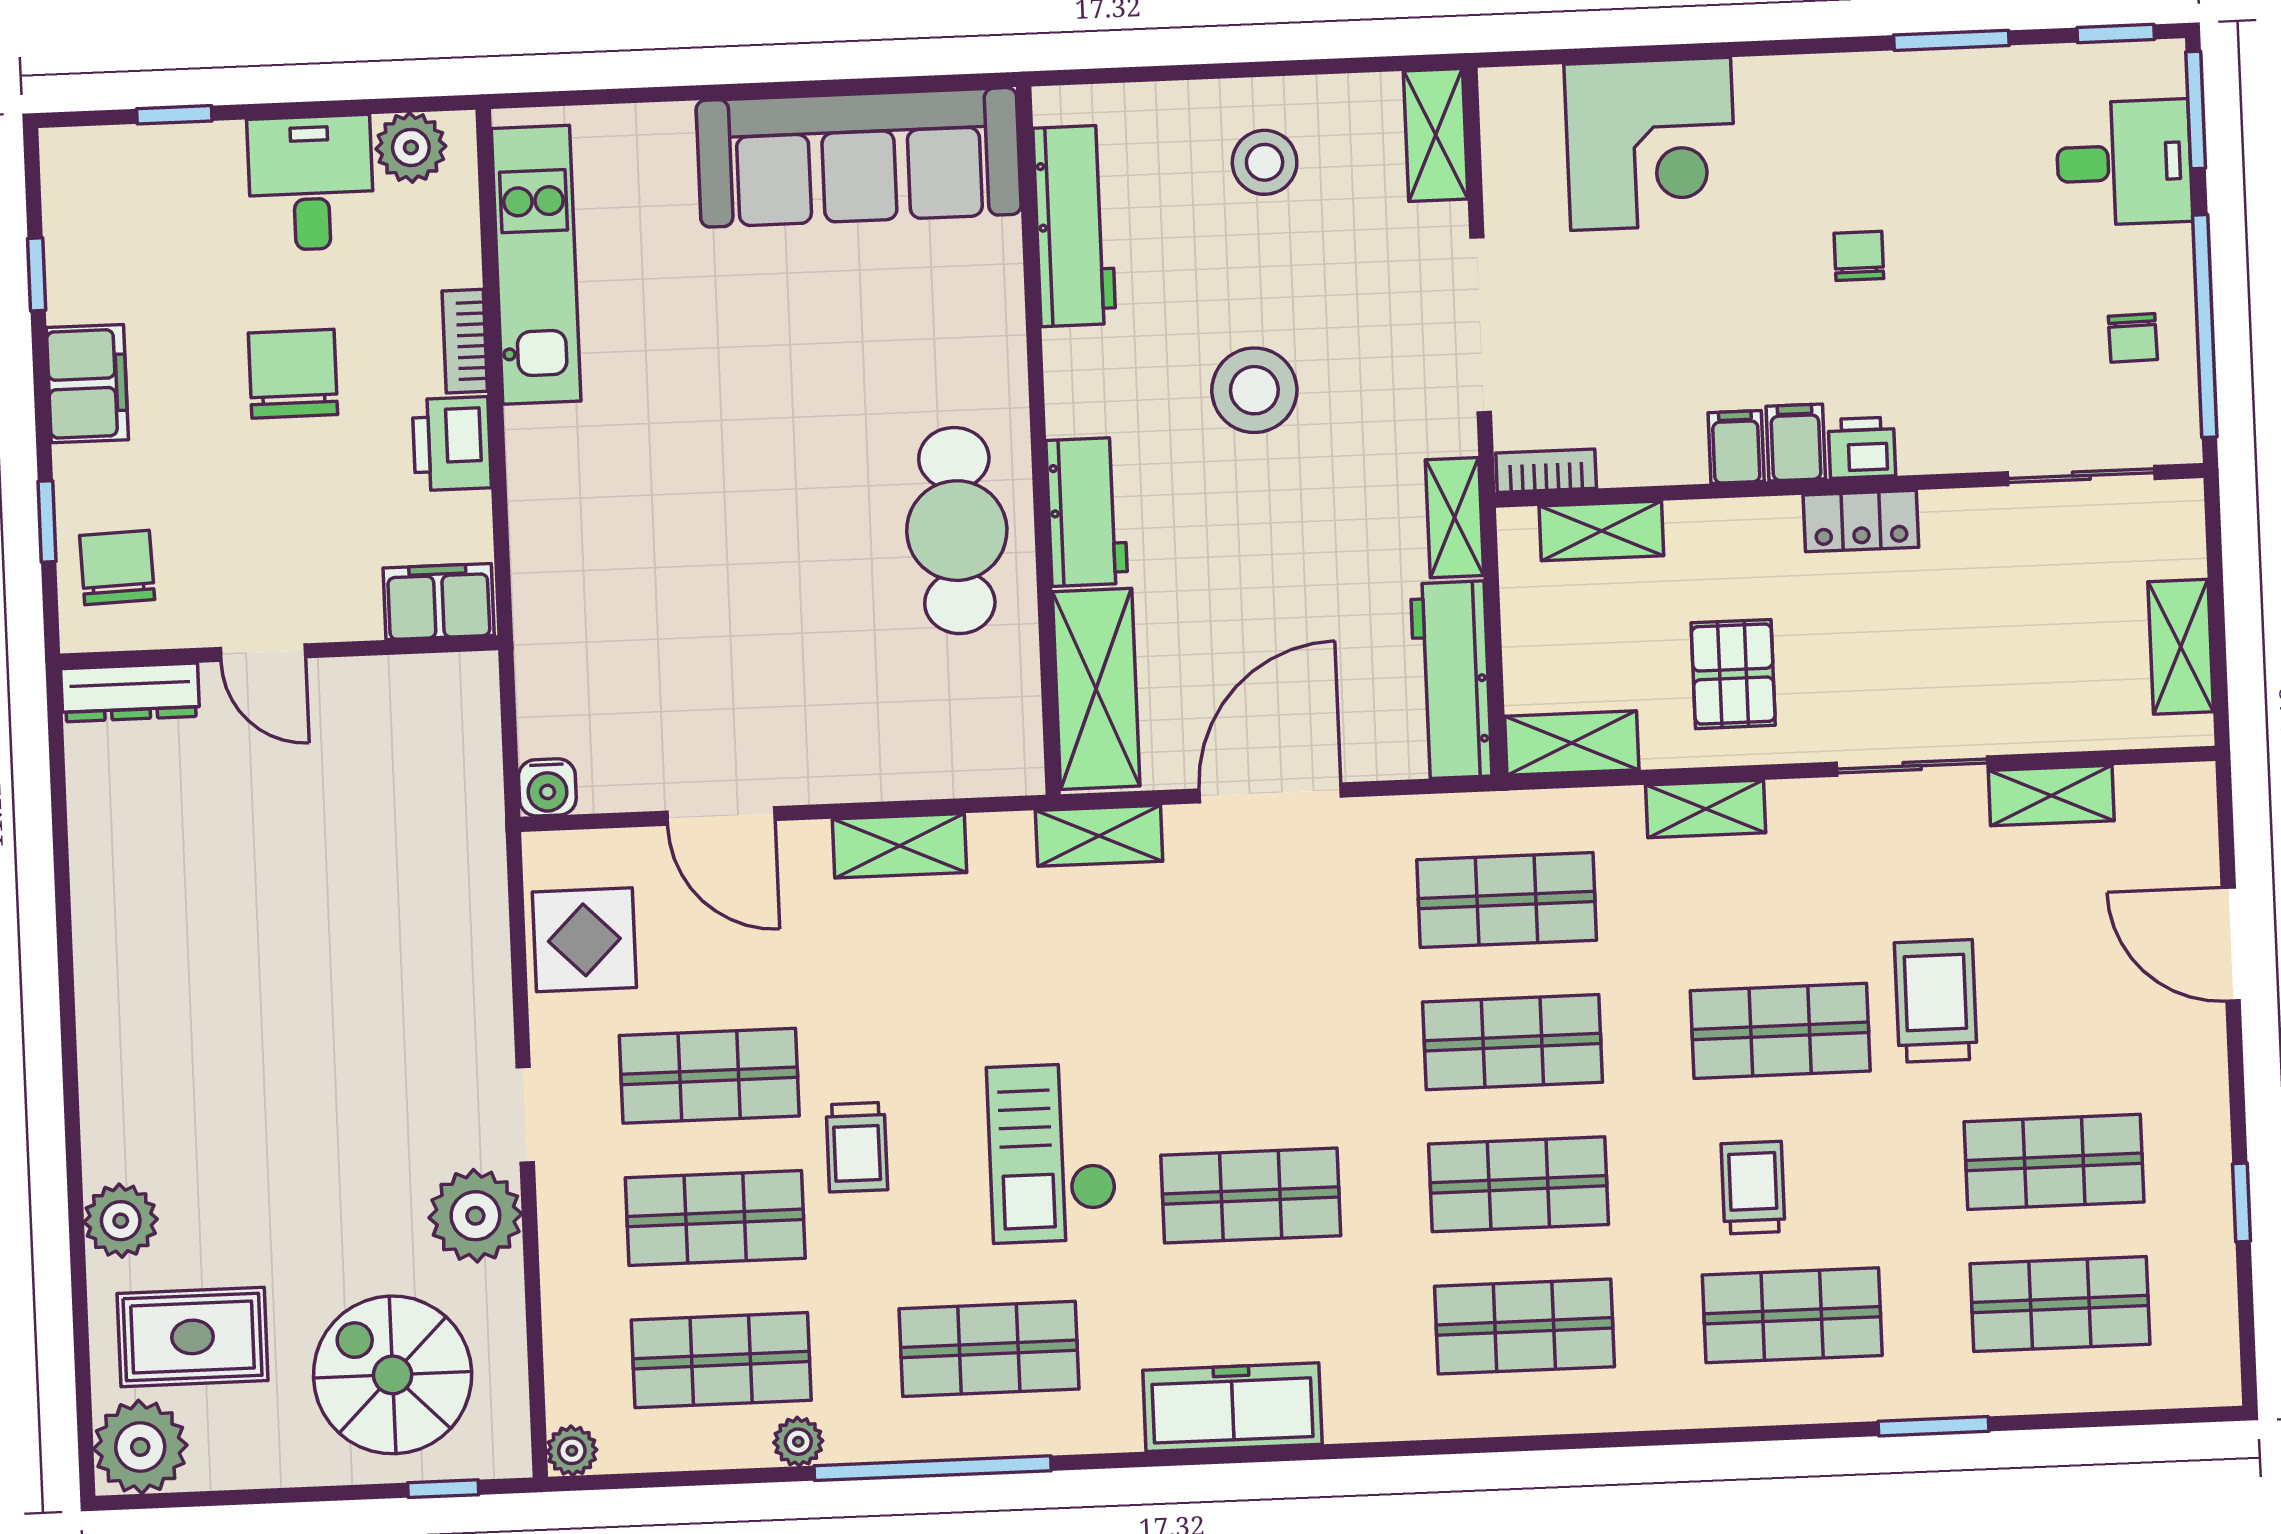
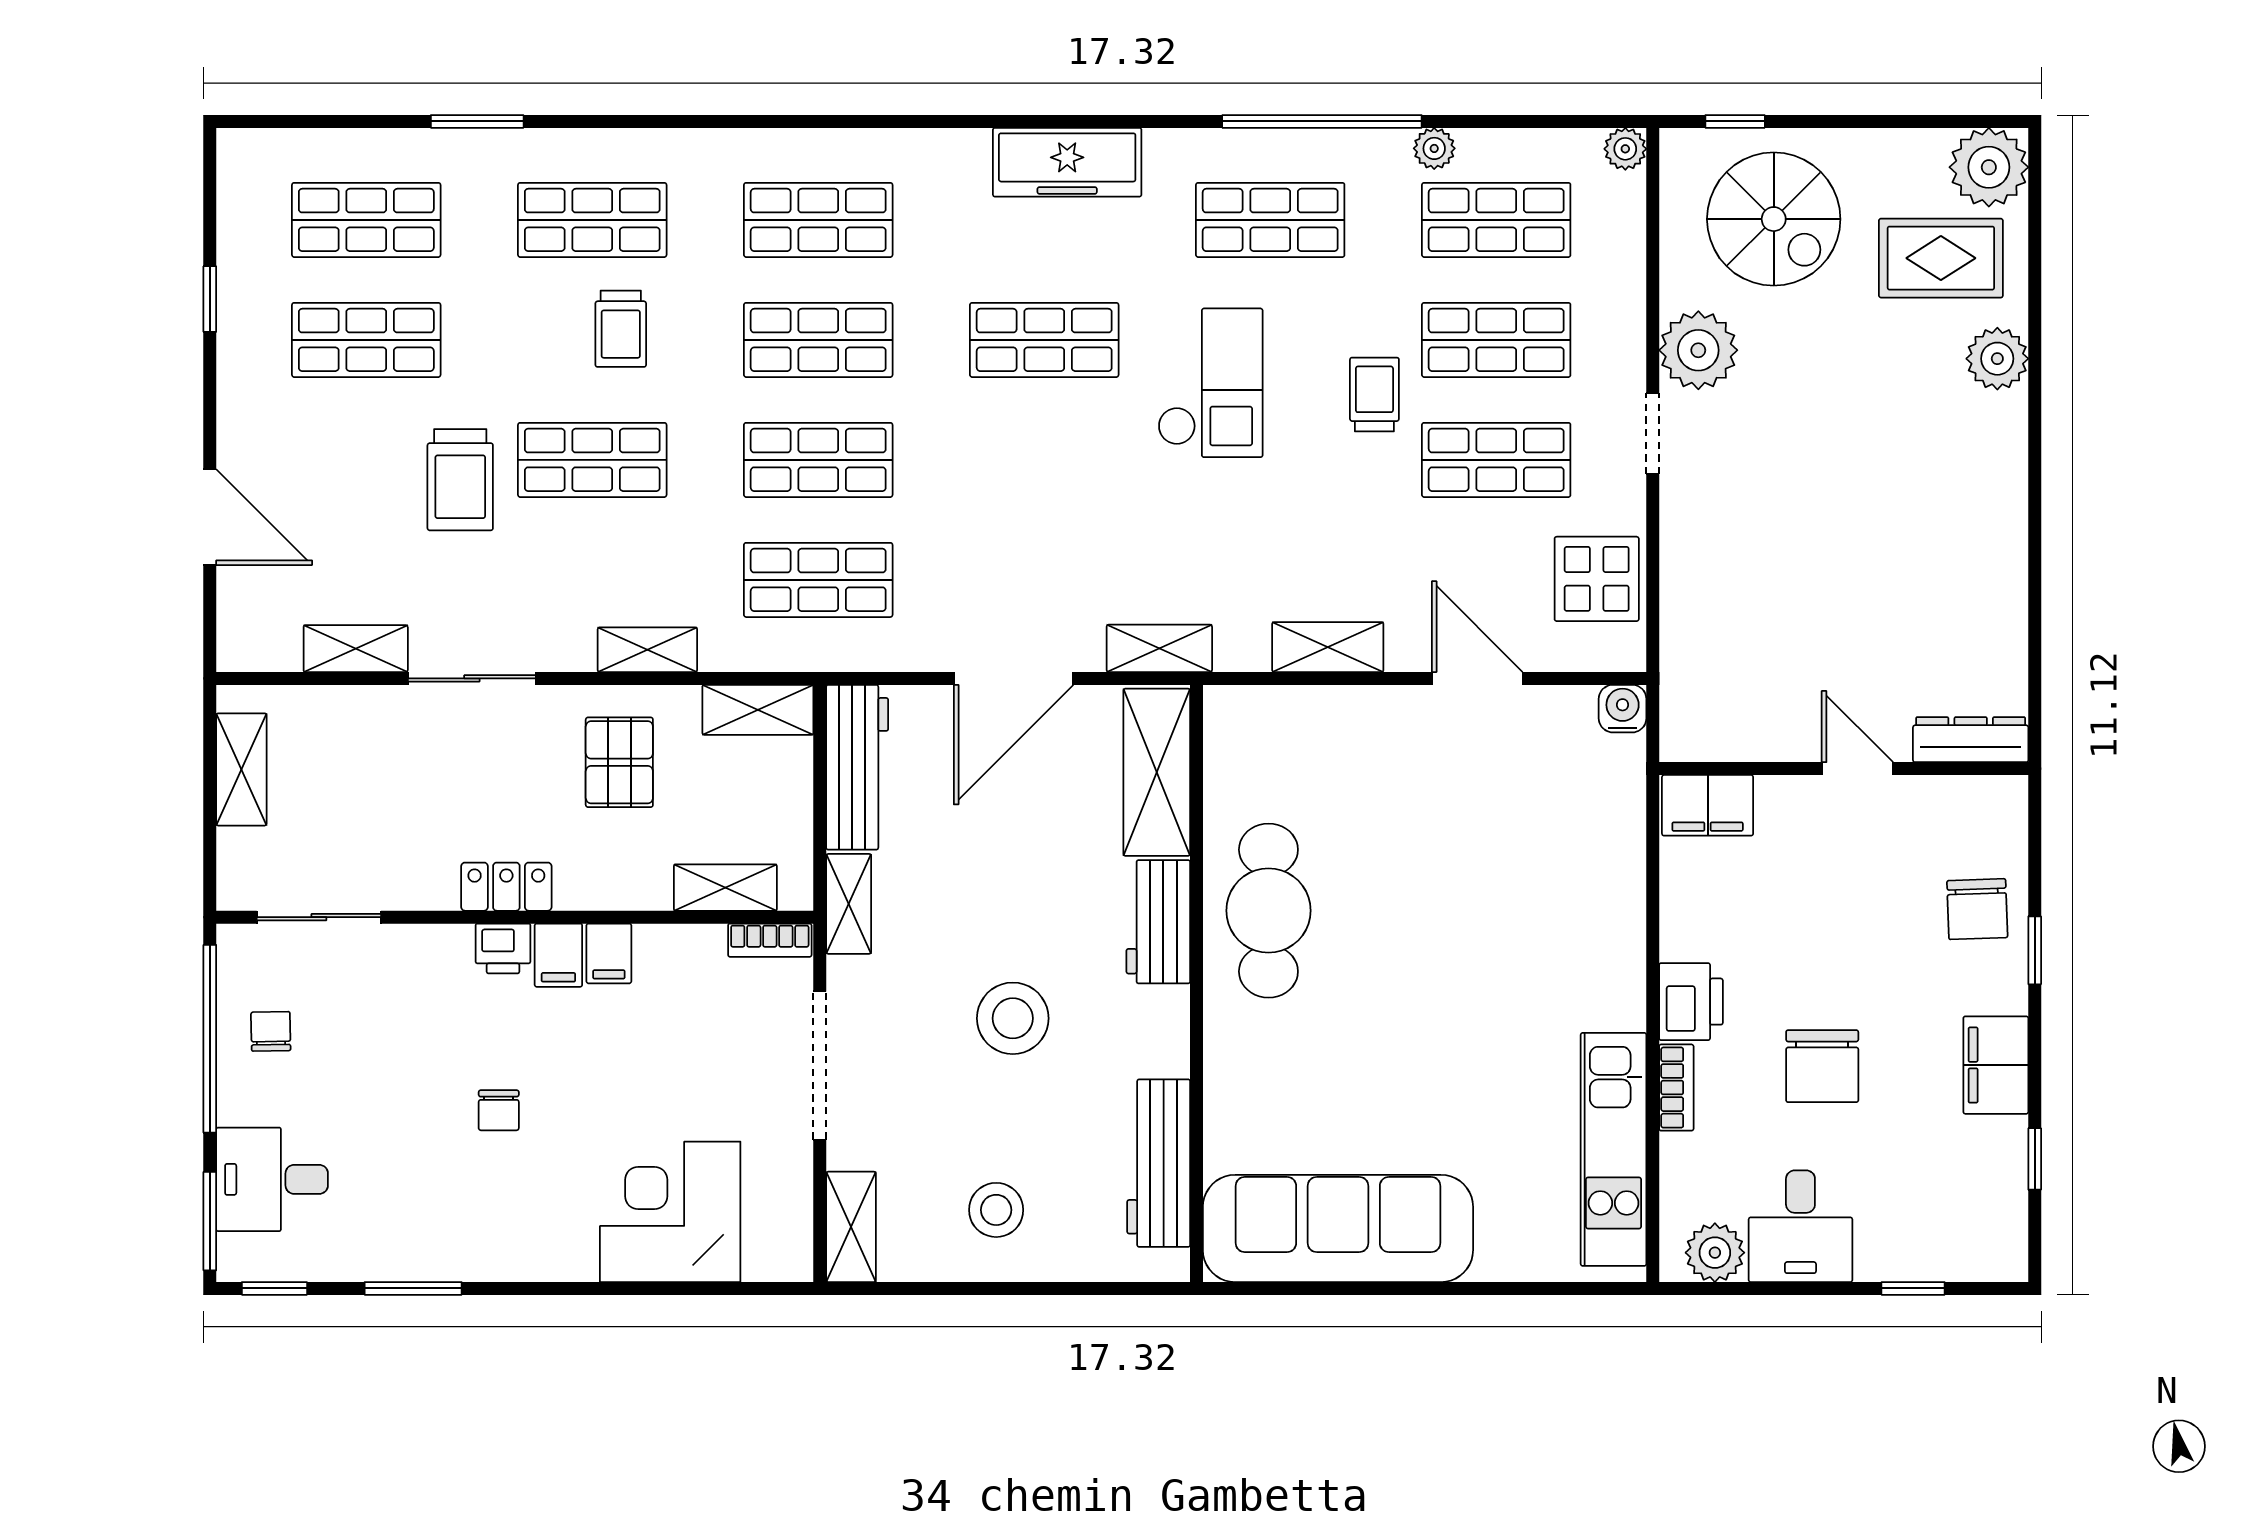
filing cabinet: (439, 602) -> (1708, 805), moved
wall: (279, 652) -> (1844, 769), moved
door: (263, 653) -> (1857, 769), moved
dresser: (130, 692) -> (1971, 740), moved

